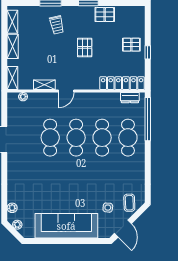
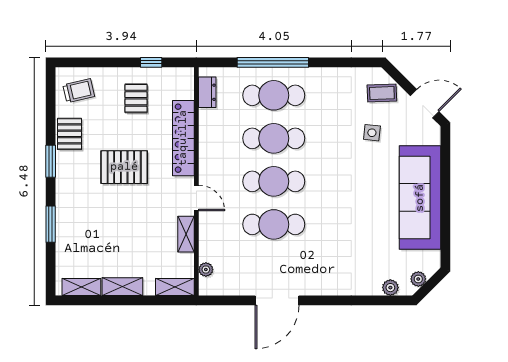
trolley: (57, 25) -> (79, 91), moved
pallet: (131, 45) -> (136, 98), moved
pallet: (85, 47) -> (124, 167), width x1.50, depth x1.42
window: (148, 52) -> (151, 62), moved
locker: (122, 83) -> (183, 138), moved
window: (148, 119) -> (273, 62), moved
side table: (108, 208) -> (372, 133), moved

